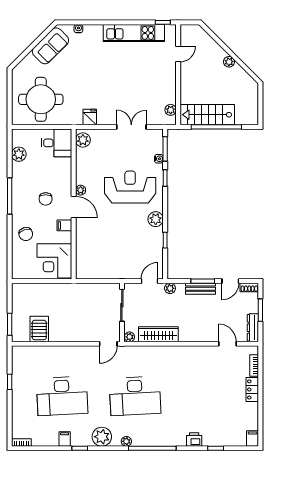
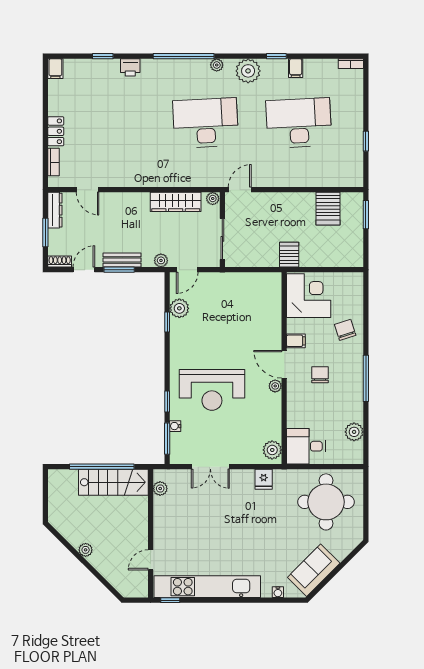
kitchen unit: (134, 33) -> (207, 587), width x1.36
plant: (156, 219) -> (179, 308), moved
server rack: (70, 293) -> (289, 255), added

